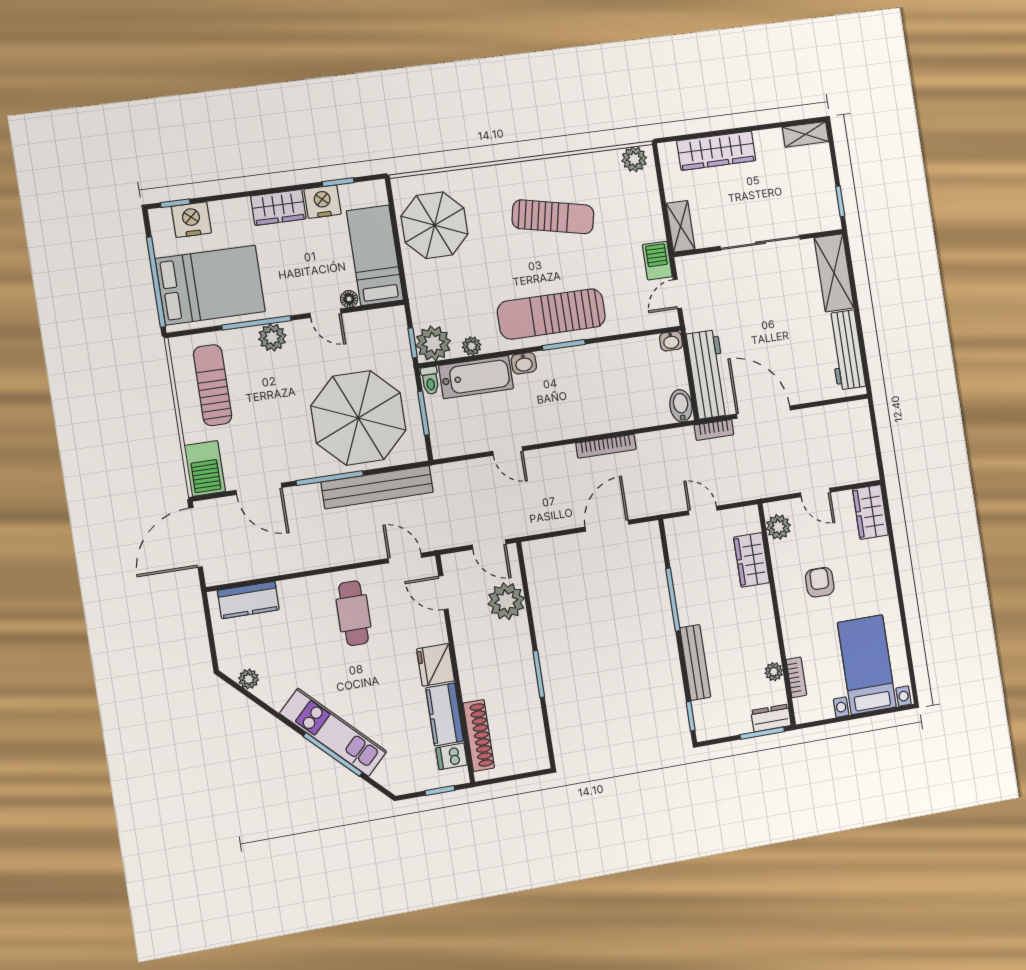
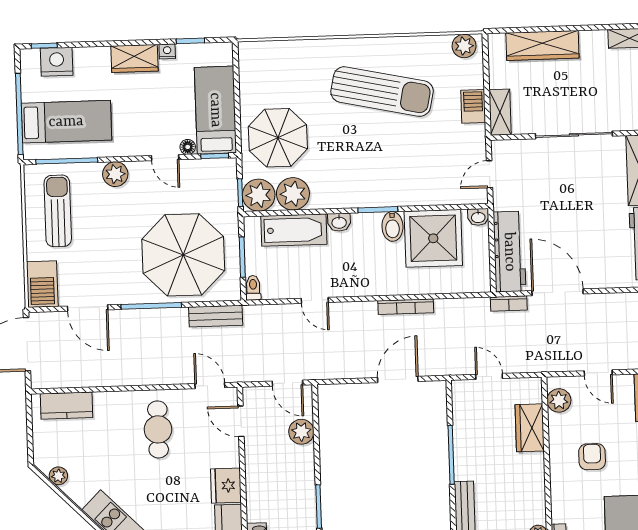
nightstand: (323, 202) -> (167, 51), width x0.53, depth x0.56
sun lounger: (553, 217) -> (382, 92), width x1.36, depth x1.34
parasol: (435, 225) -> (278, 138), moved
barbecue: (657, 261) -> (473, 106), moved
bed: (210, 285) -> (66, 122), width x0.67
window: (380, 306) -> (215, 156), added
sun lounger: (551, 314) -> (370, 180), removed
window: (256, 323) -> (67, 161), moved
plant: (472, 346) -> (293, 194), width x1.87, depth x1.87
shower: (626, 369) -> (433, 238), added
toilet: (430, 381) -> (253, 288), moved, turned 180
bidet: (681, 406) -> (392, 226), moved, turned 180
bench: (377, 487) -> (216, 316), width x0.54, depth x0.82
plant: (506, 601) -> (301, 432), width x0.73, depth x0.73

